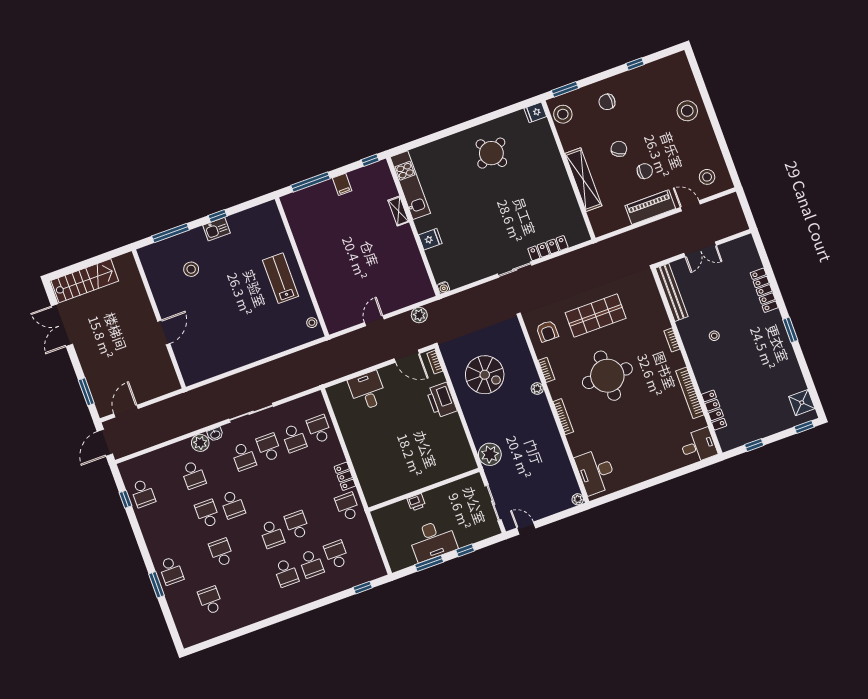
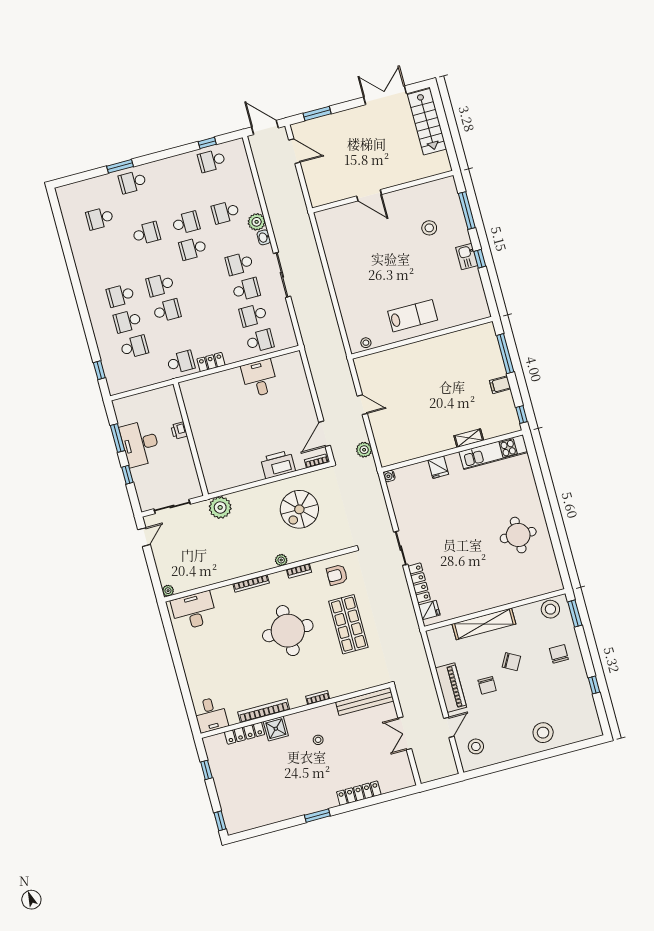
fridge: (535, 112) -> (429, 610), moved, turned 90
round table: (491, 153) -> (518, 535), turned 31
desk: (367, 391) -> (259, 378), moved, turned -90
shower: (802, 403) -> (276, 729), moved
school desk: (210, 600) -> (100, 218), turned 180

